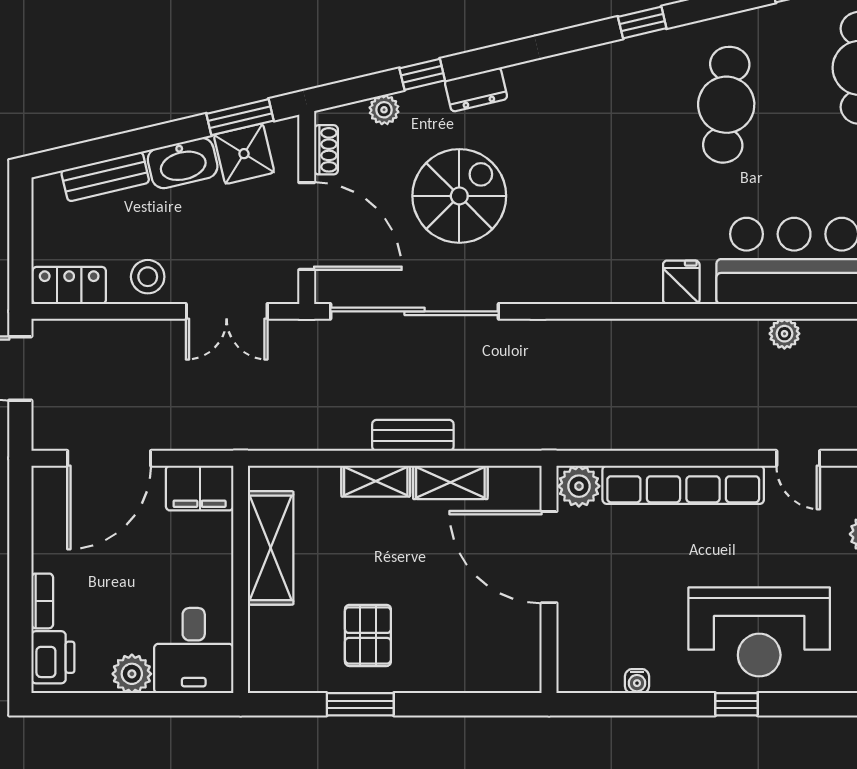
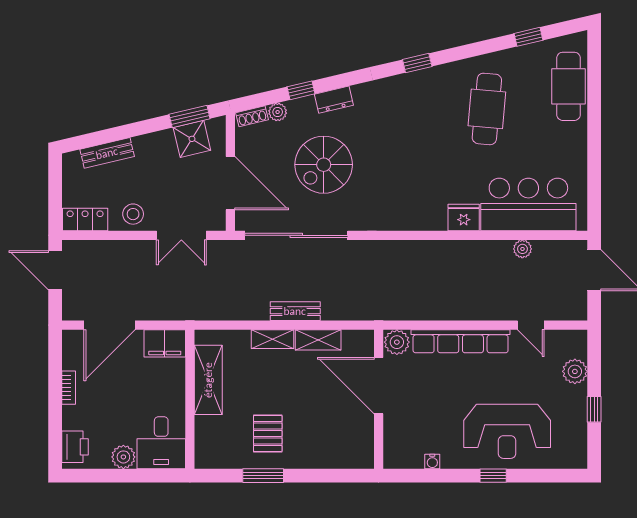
window: (642, 23) -> (417, 63), moved
shoe rack: (326, 150) -> (252, 116), moved, turned 77
washbasin: (183, 163) -> (154, 145), removed
spiral stairs: (459, 196) -> (324, 165), turned 180
fridge: (681, 282) -> (464, 217), width x1.38
bookcase: (42, 601) -> (69, 388), moved

